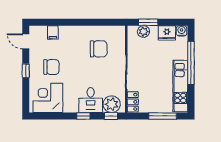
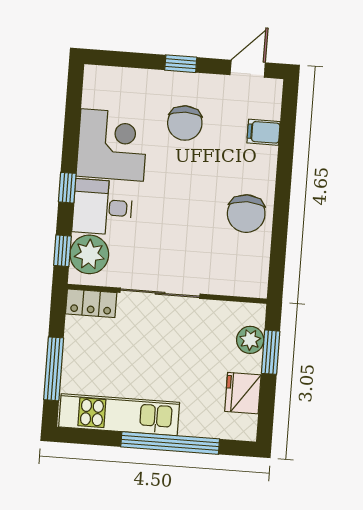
water cooler: (182, 31) -> (245, 427), removed
chair: (99, 49) -> (246, 214), moved
corner desk: (48, 98) -> (112, 145), moved

